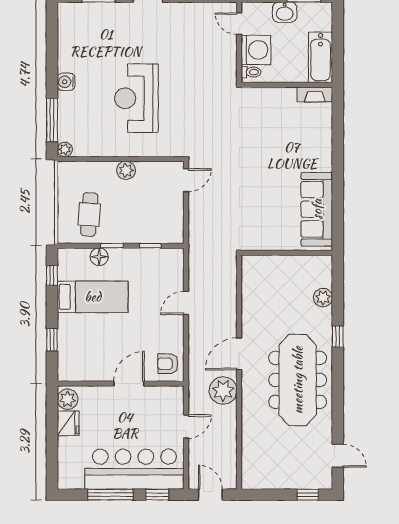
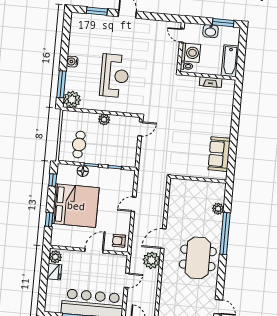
fireplace: (315, 94) -> (211, 82), moved
reception desk: (136, 98) -> (115, 76), turned 180
plant: (65, 149) -> (72, 100), width x1.88, depth x1.88
sofa: (317, 209) -> (219, 154), width x0.73
bed: (93, 297) -> (76, 206), width x2.04
window: (338, 337) -> (225, 233), width x3.17
meeting table: (298, 380) -> (198, 258), width x0.73

